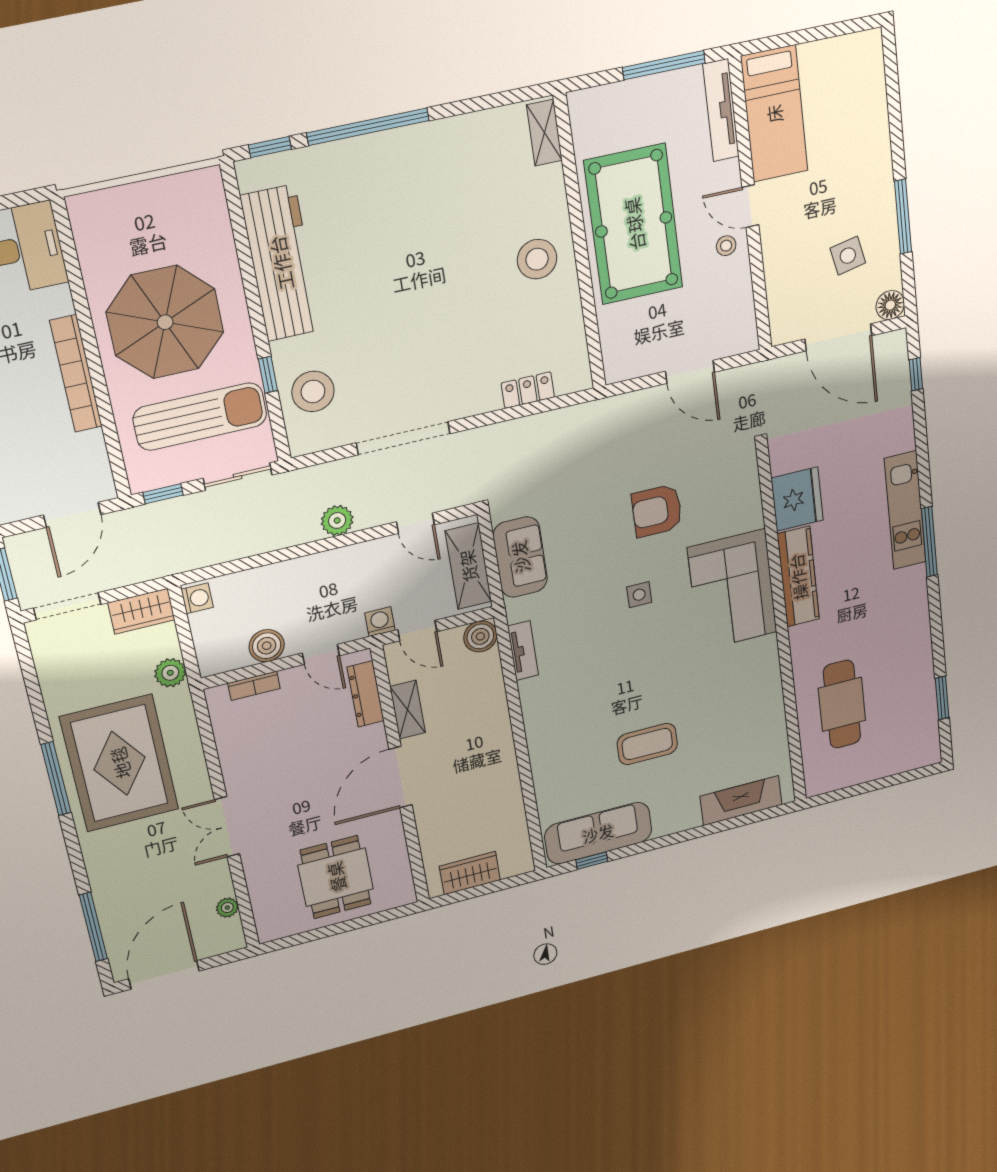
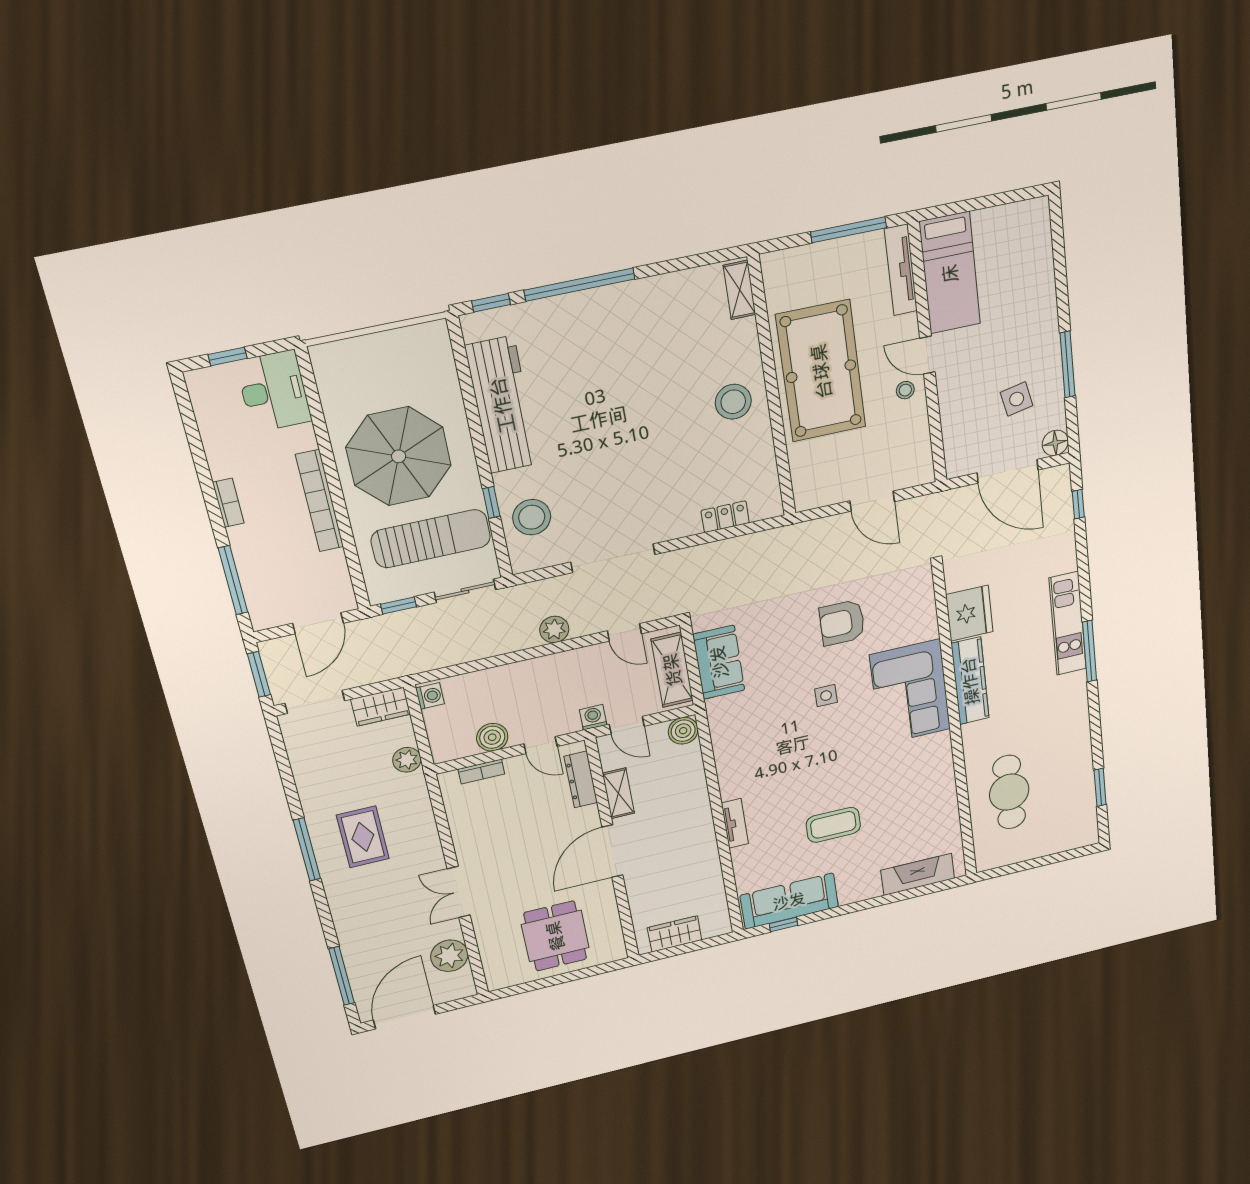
tv unit: (523, 651) -> (735, 823), moved
rug: (120, 763) -> (363, 837), width x0.54, depth x0.49
plant: (227, 908) -> (449, 956), width x1.88, depth x1.88

